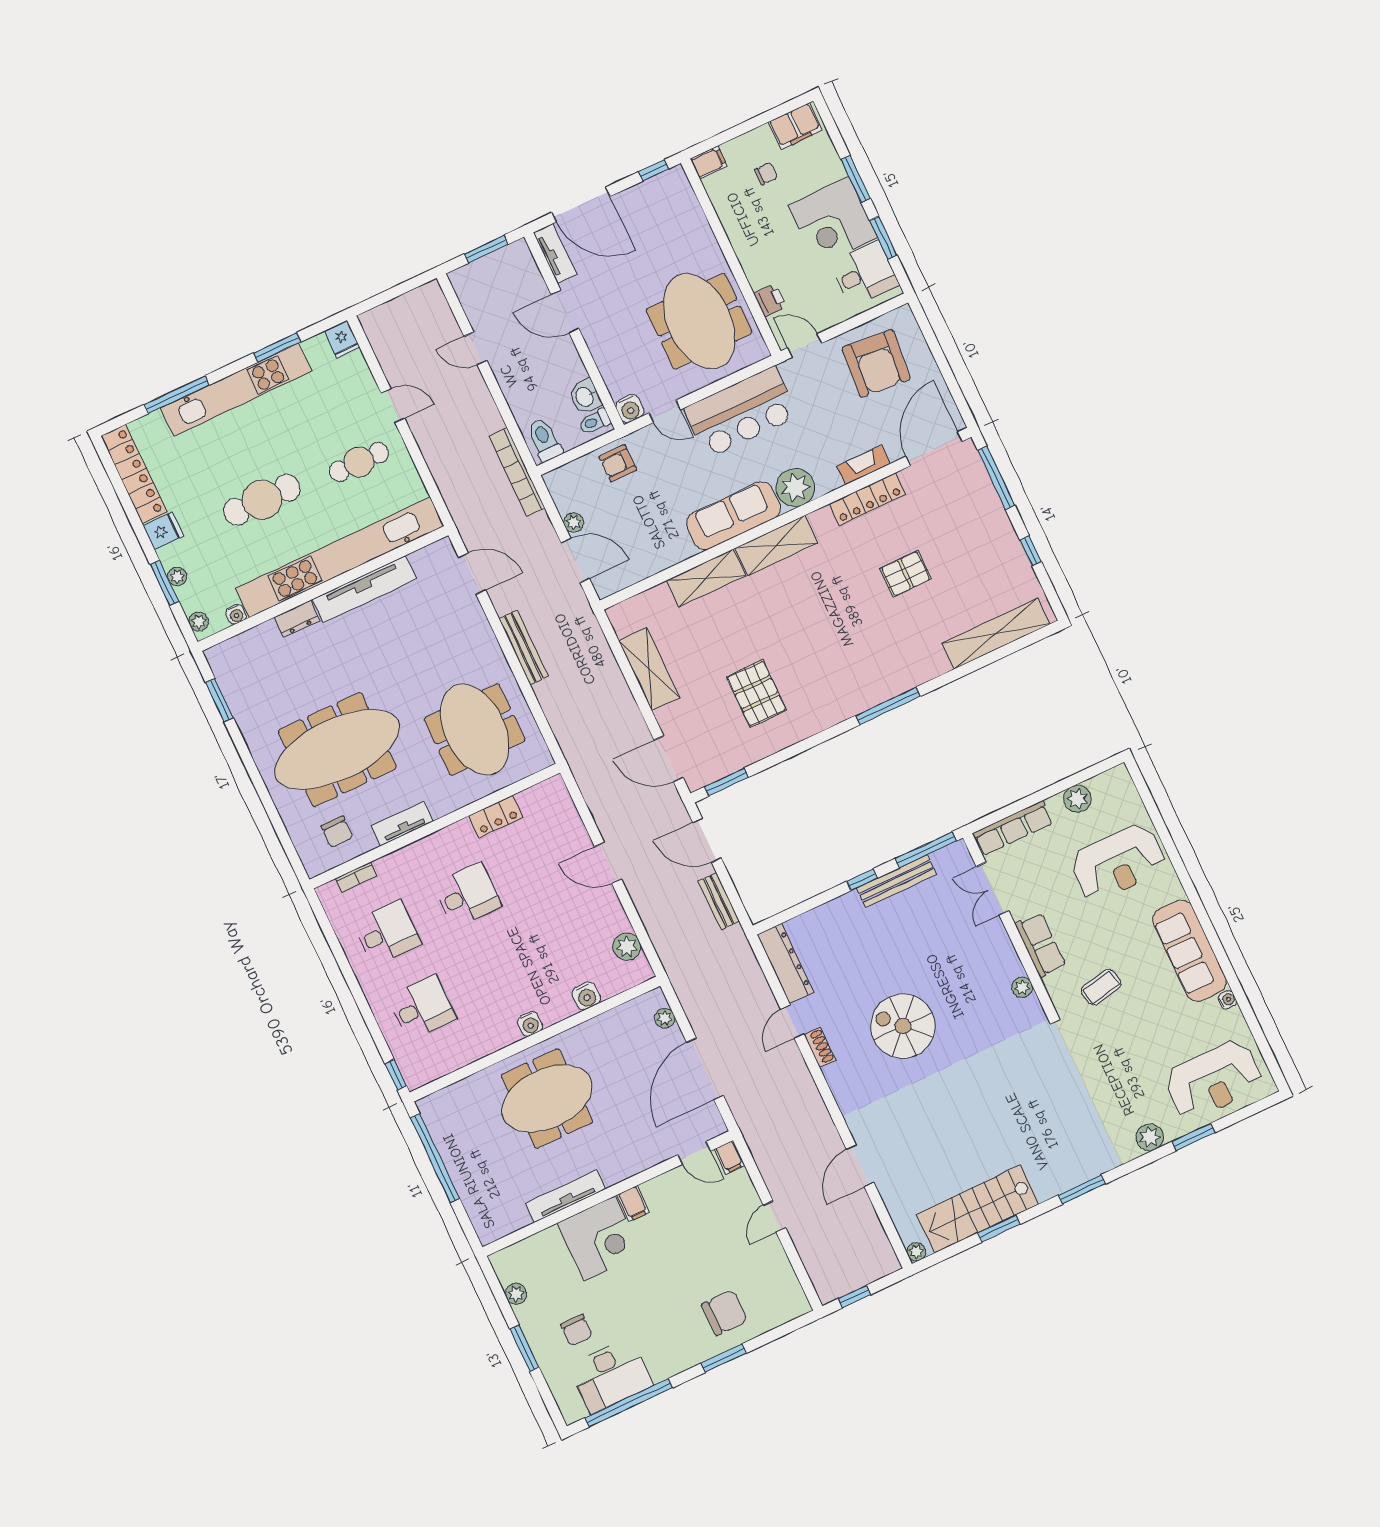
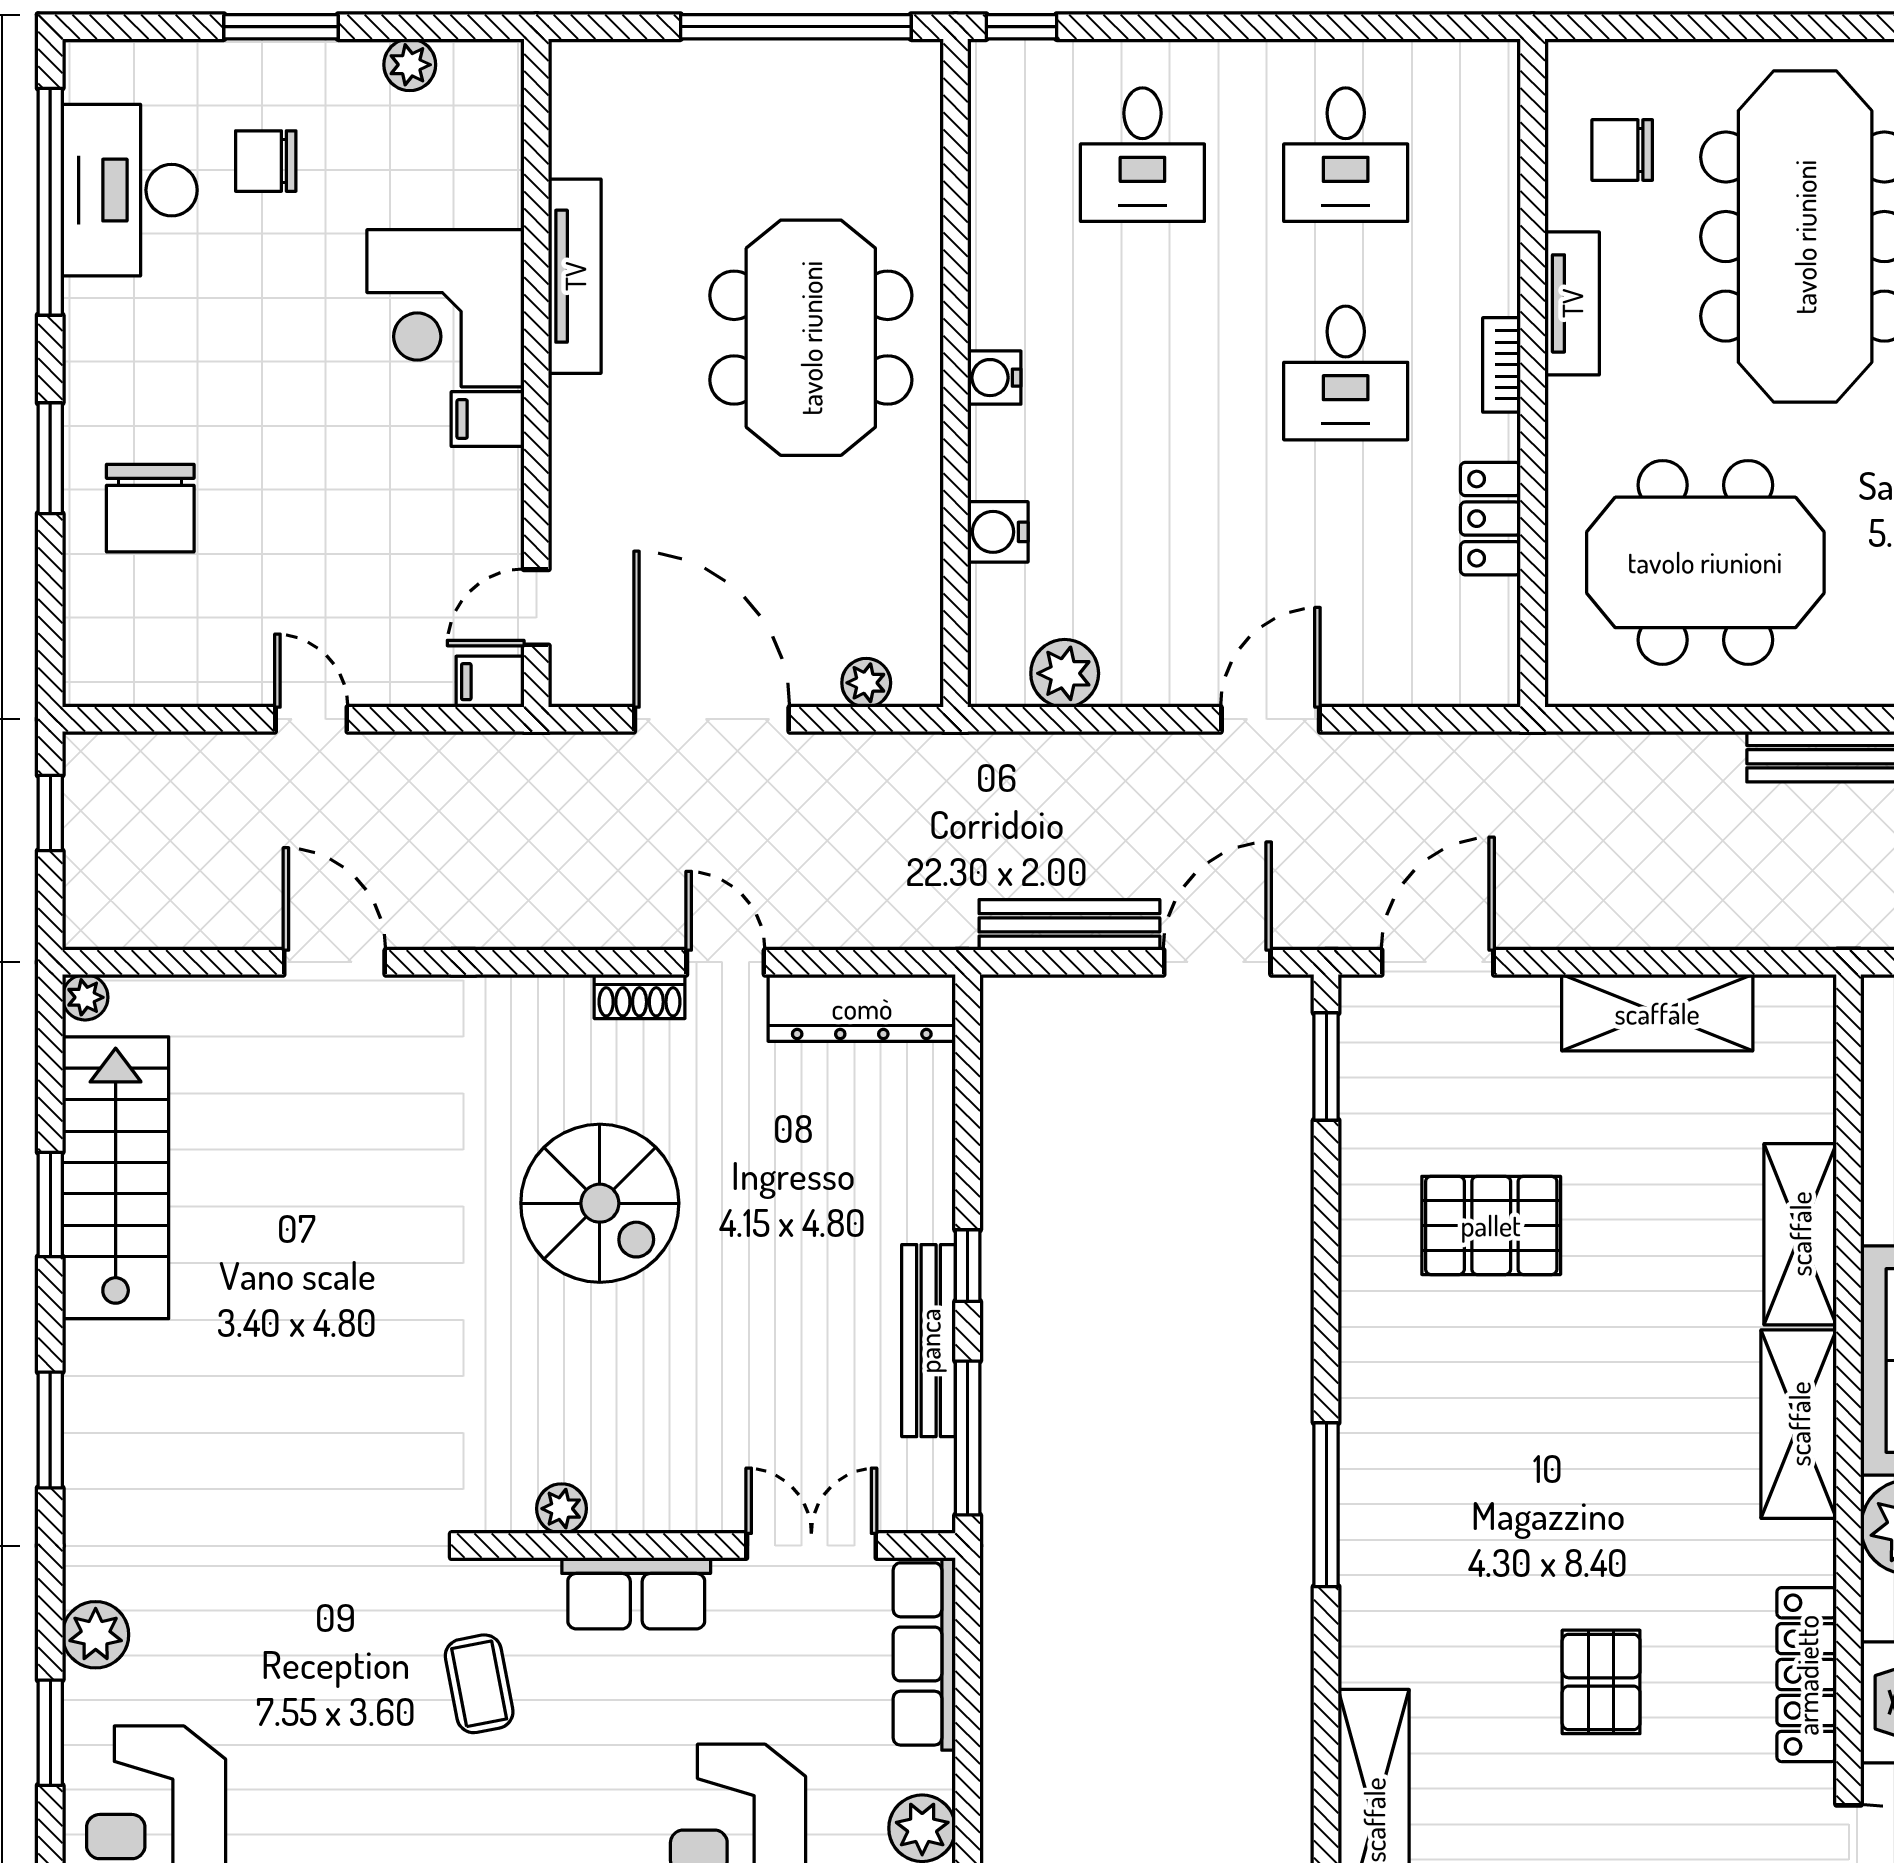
bookcase: (356, 877) -> (1502, 365), moved
bench: (719, 901) -> (1069, 925), width x1.36
spiral stairs: (903, 1026) -> (600, 1203), turned 90

